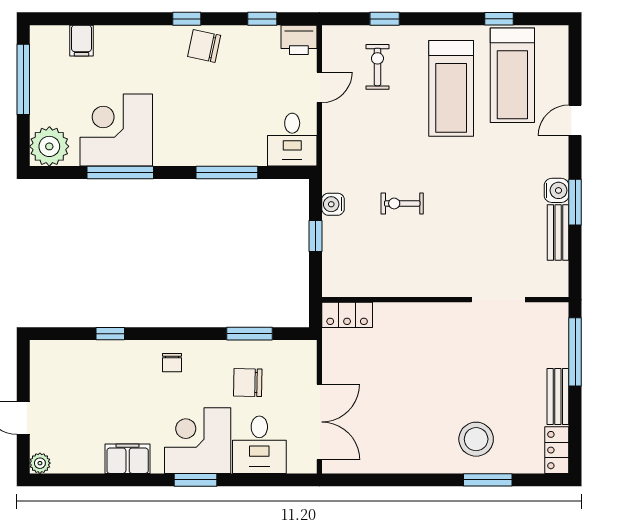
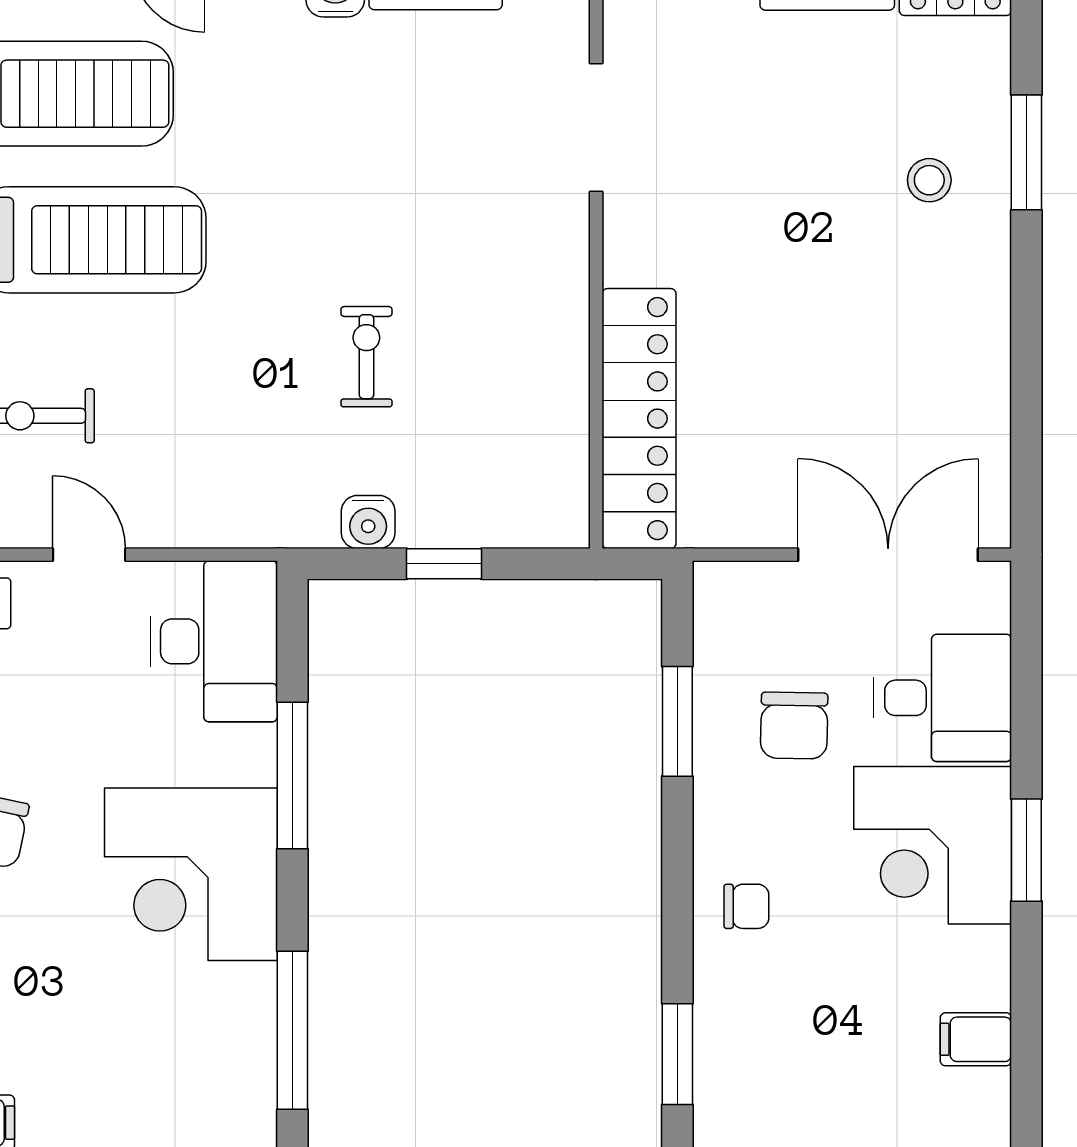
corner desk: (116, 130) -> (191, 874), moved
desk: (292, 140) -> (214, 641), width x1.37
exercise bike: (402, 203) -> (366, 357), turned 180
locker: (347, 315) -> (639, 419), width x2.16, depth x1.21
window: (110, 334) -> (677, 1054), width x1.50
stool: (476, 439) -> (929, 180), width x0.53, depth x0.53
filing cabinet: (128, 459) -> (976, 1039), width x0.50

